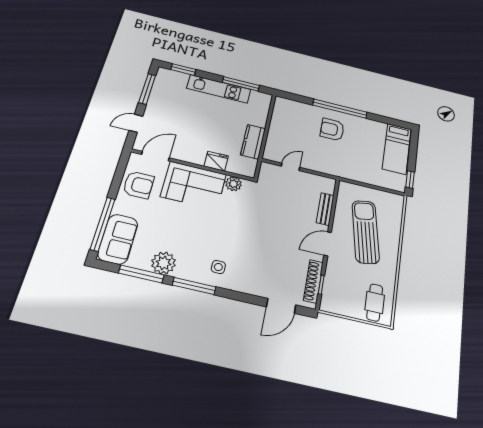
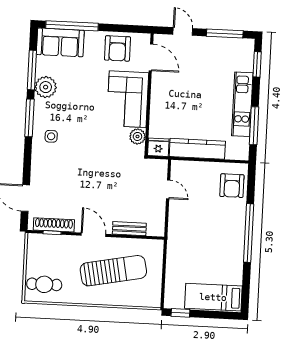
armchair: (332, 129) -> (232, 186), moved, turned 180
kitchen counter: (253, 142) -> (197, 149), width x1.50
fridge: (216, 161) -> (158, 147), moved, turned -90

